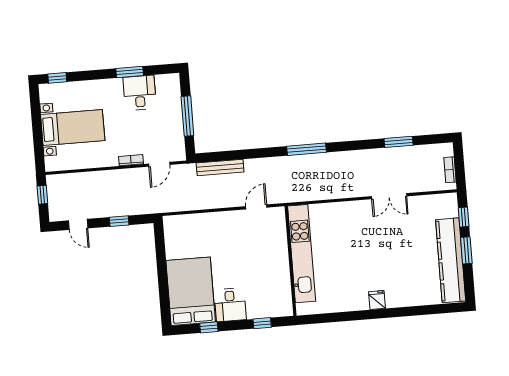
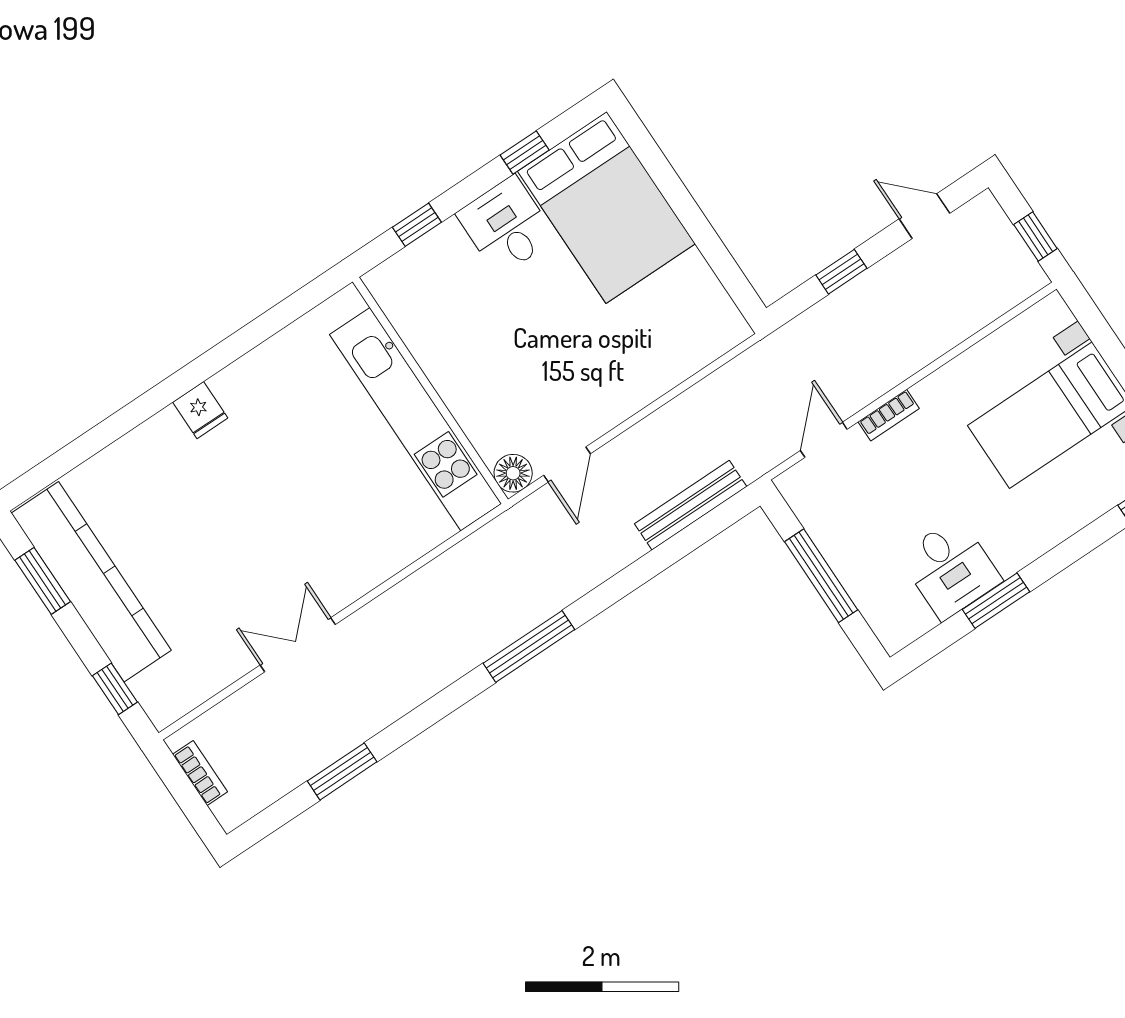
floor lamp: (277, 215) -> (513, 473), added
window: (466, 250) -> (43, 581), moved

